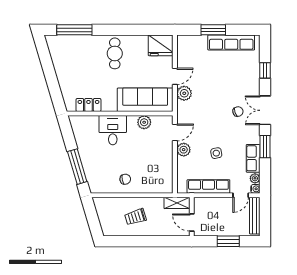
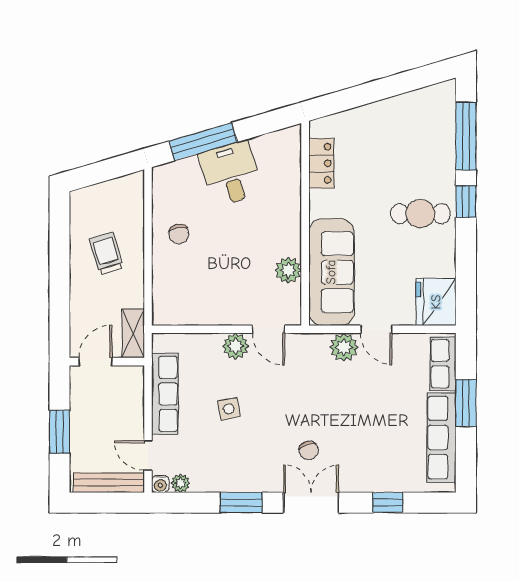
window: (108, 30) -> (466, 202), added
desk: (113, 130) -> (230, 174), moved, turned -106
row of seats: (253, 158) -> (443, 364), moved, turned -90

